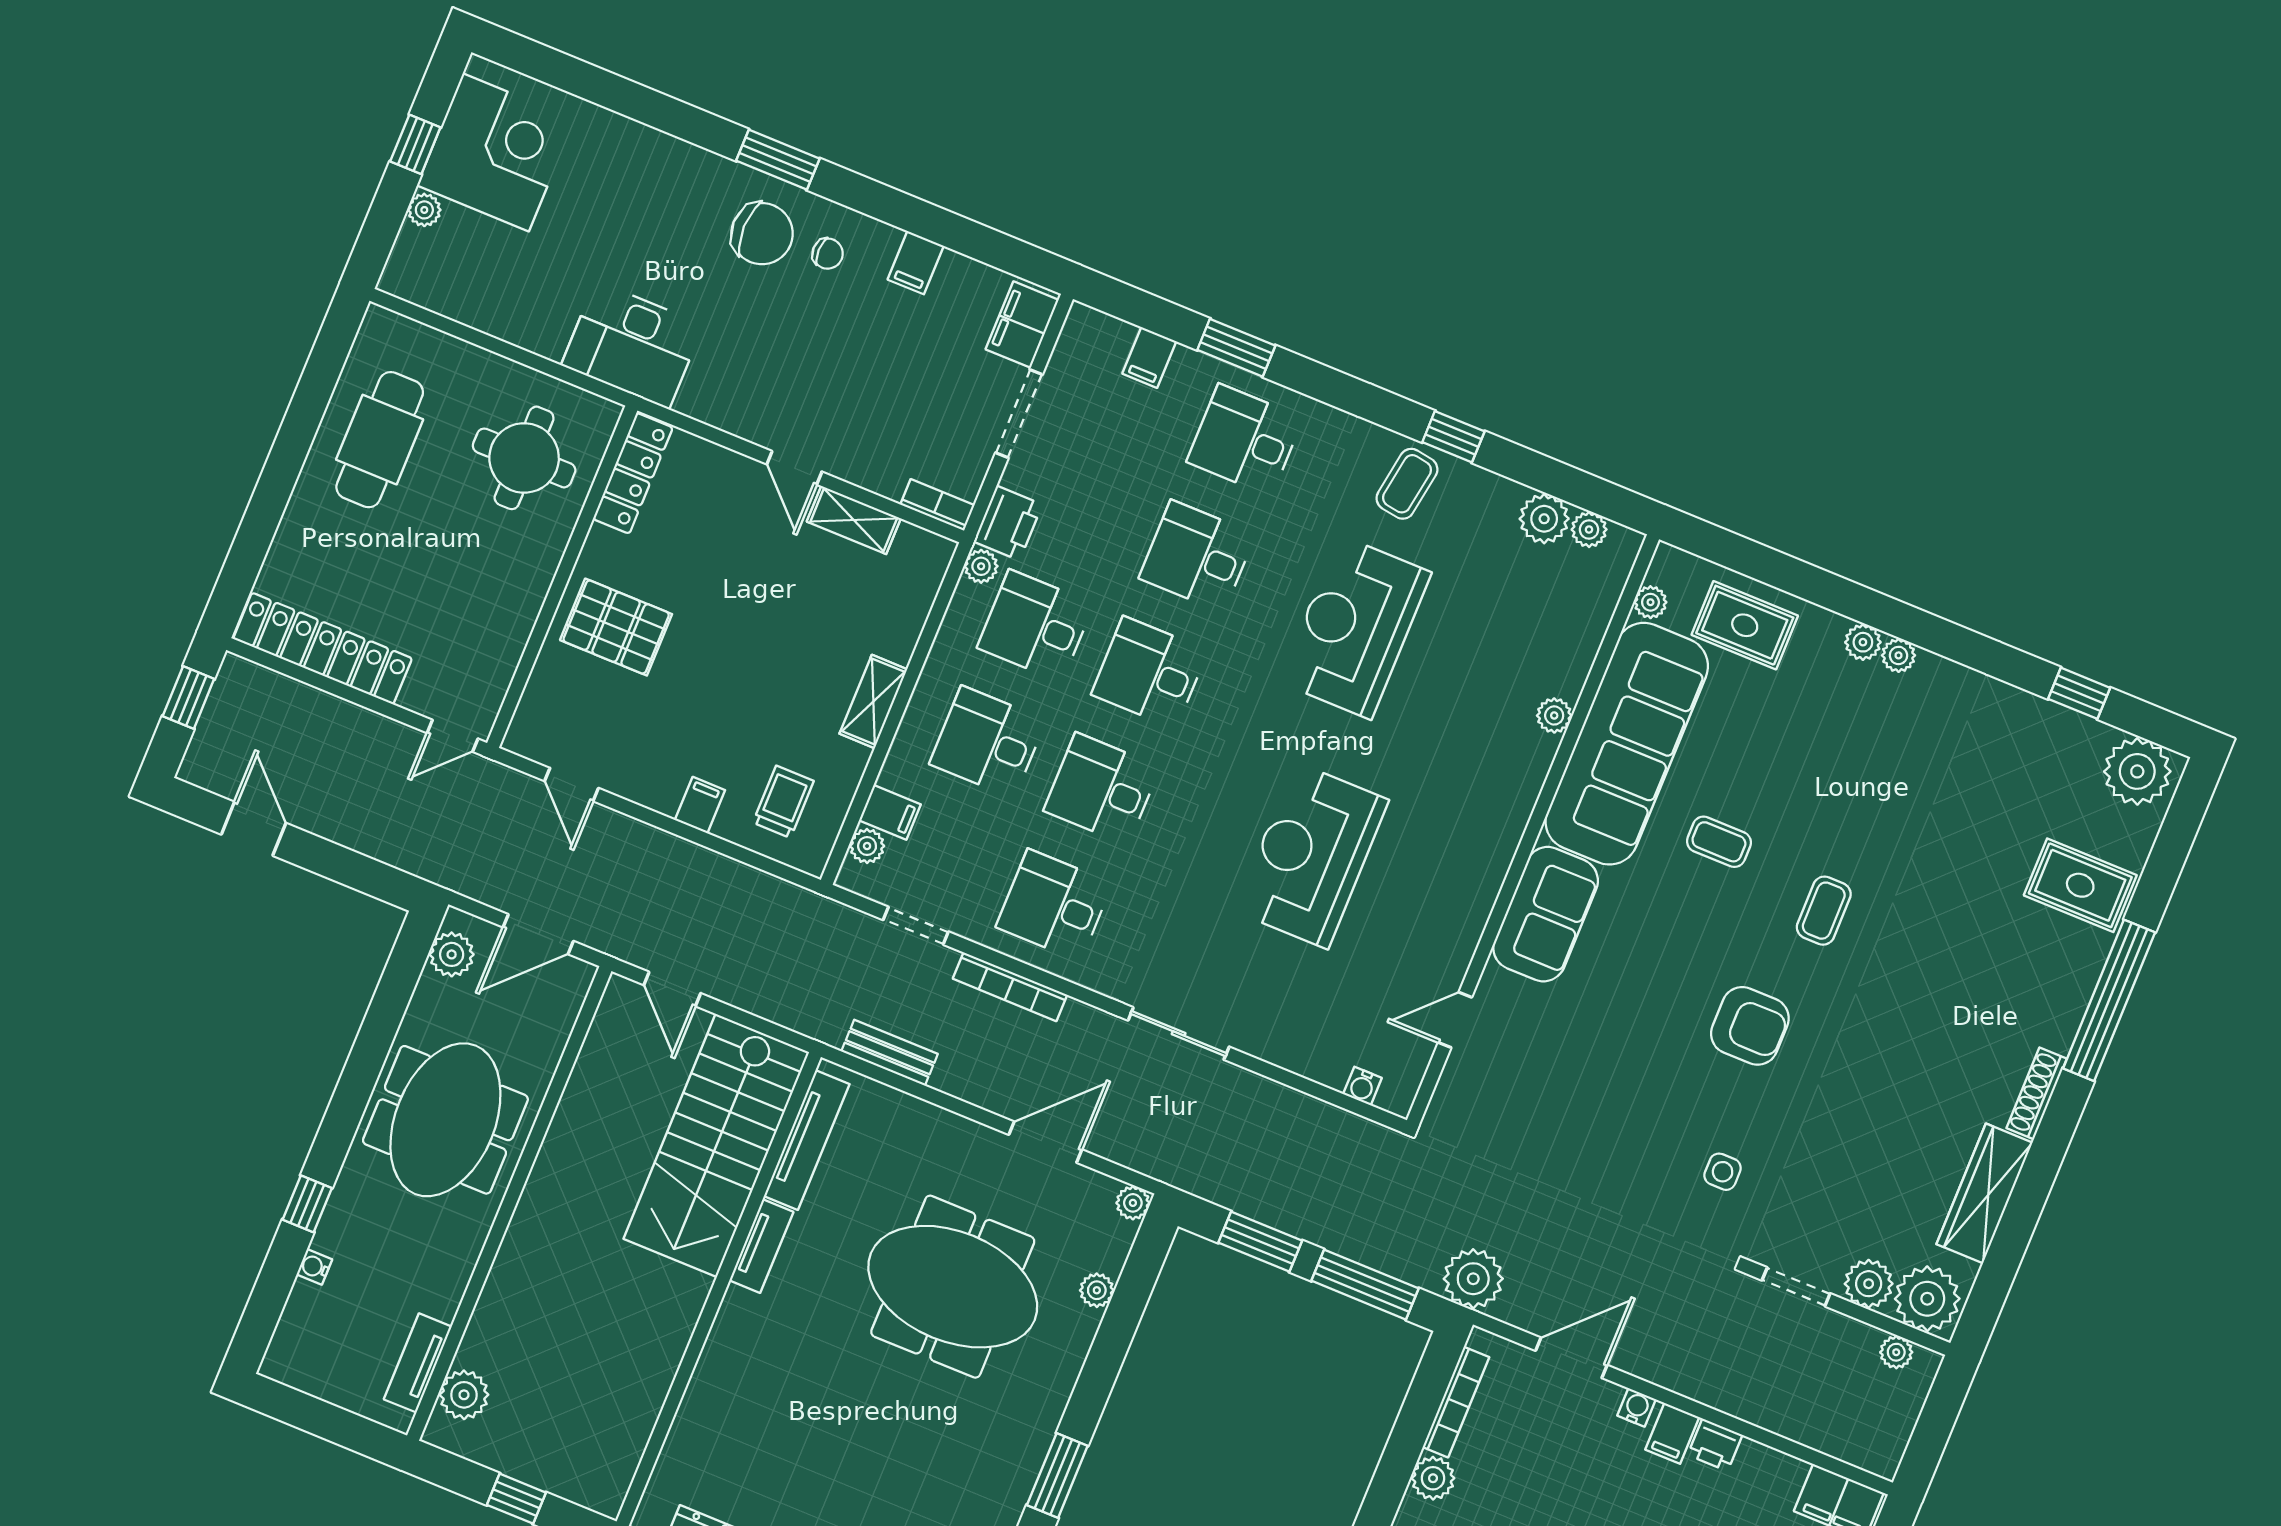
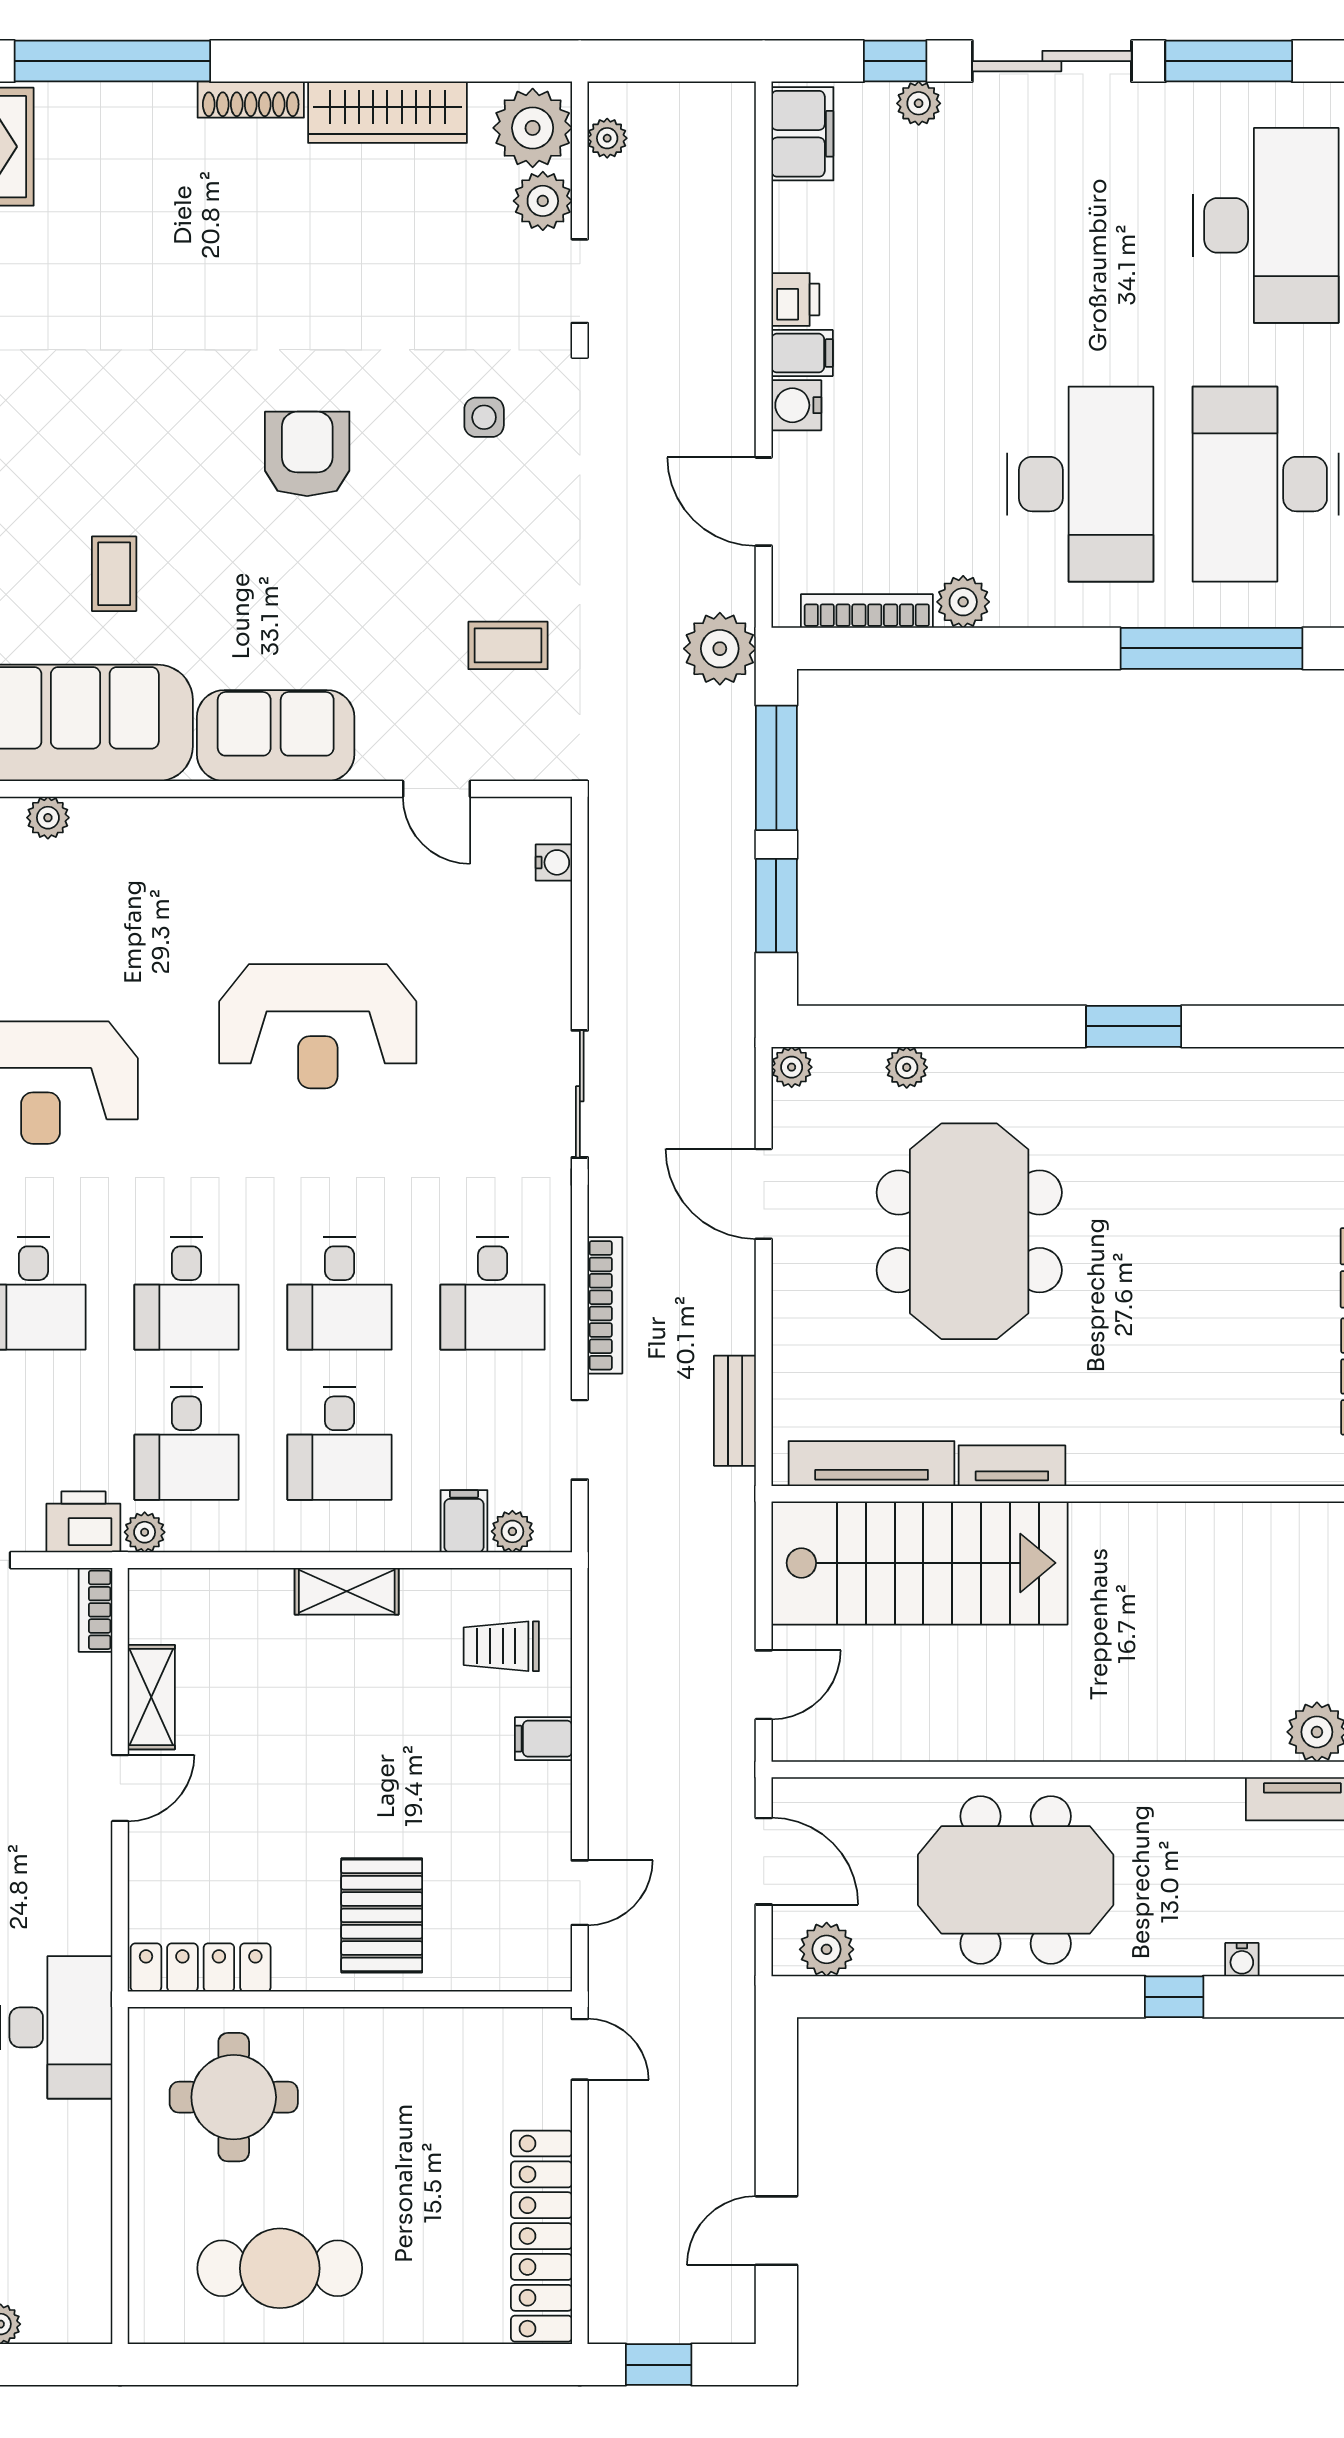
coffee table: (1824, 911) -> (508, 645), moved
water cooler: (1637, 1407) -> (796, 405), width x1.38, depth x1.38

